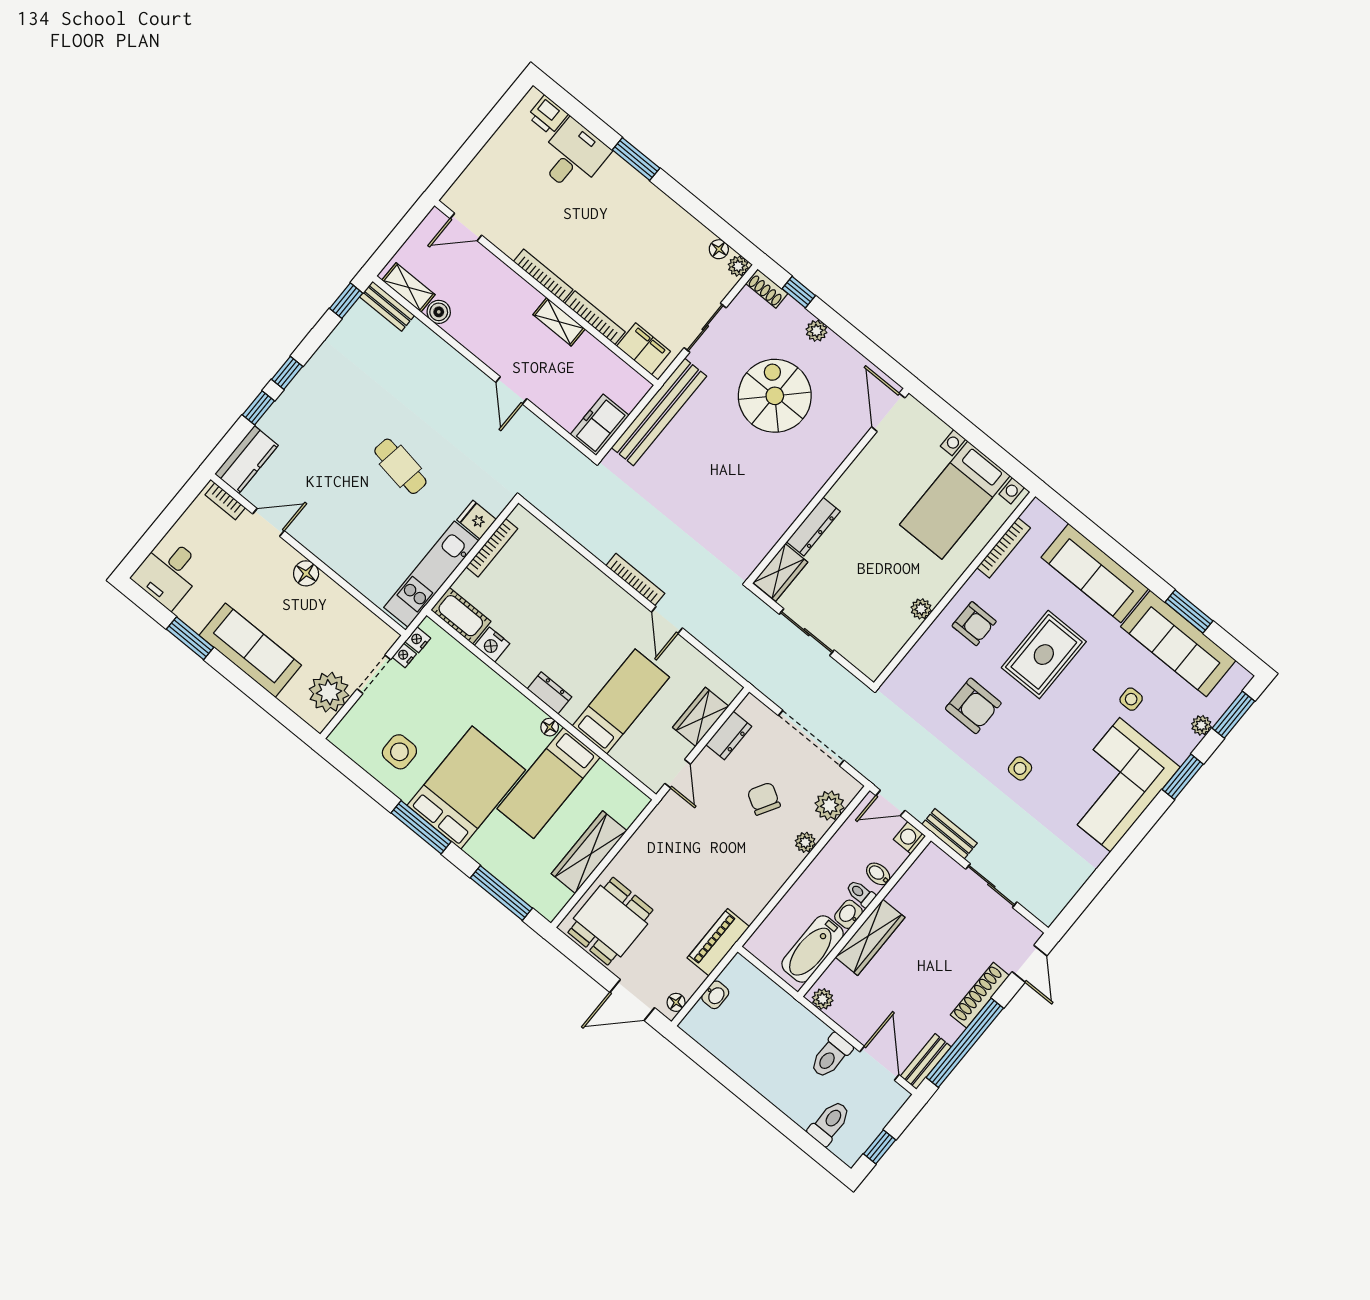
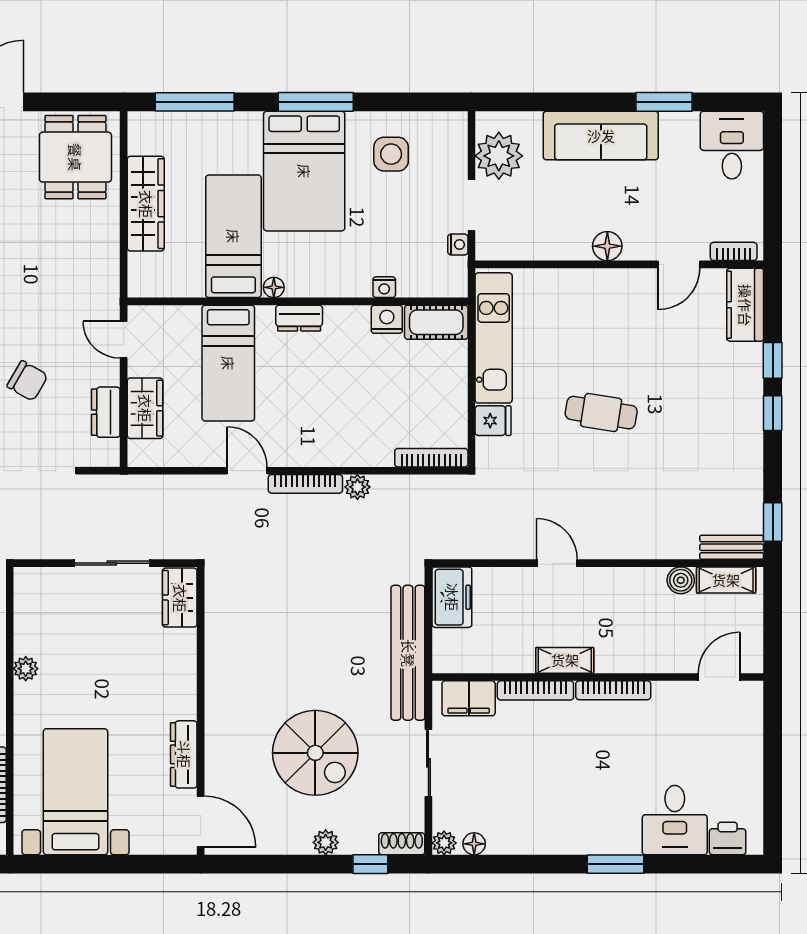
dresser: (813, 527) -> (184, 754), moved
bookcase: (492, 548) -> (431, 458), moved, turned 90
plant: (602, 549) -> (357, 487), added
nightstand: (418, 640) -> (384, 287), moved, turned 90

